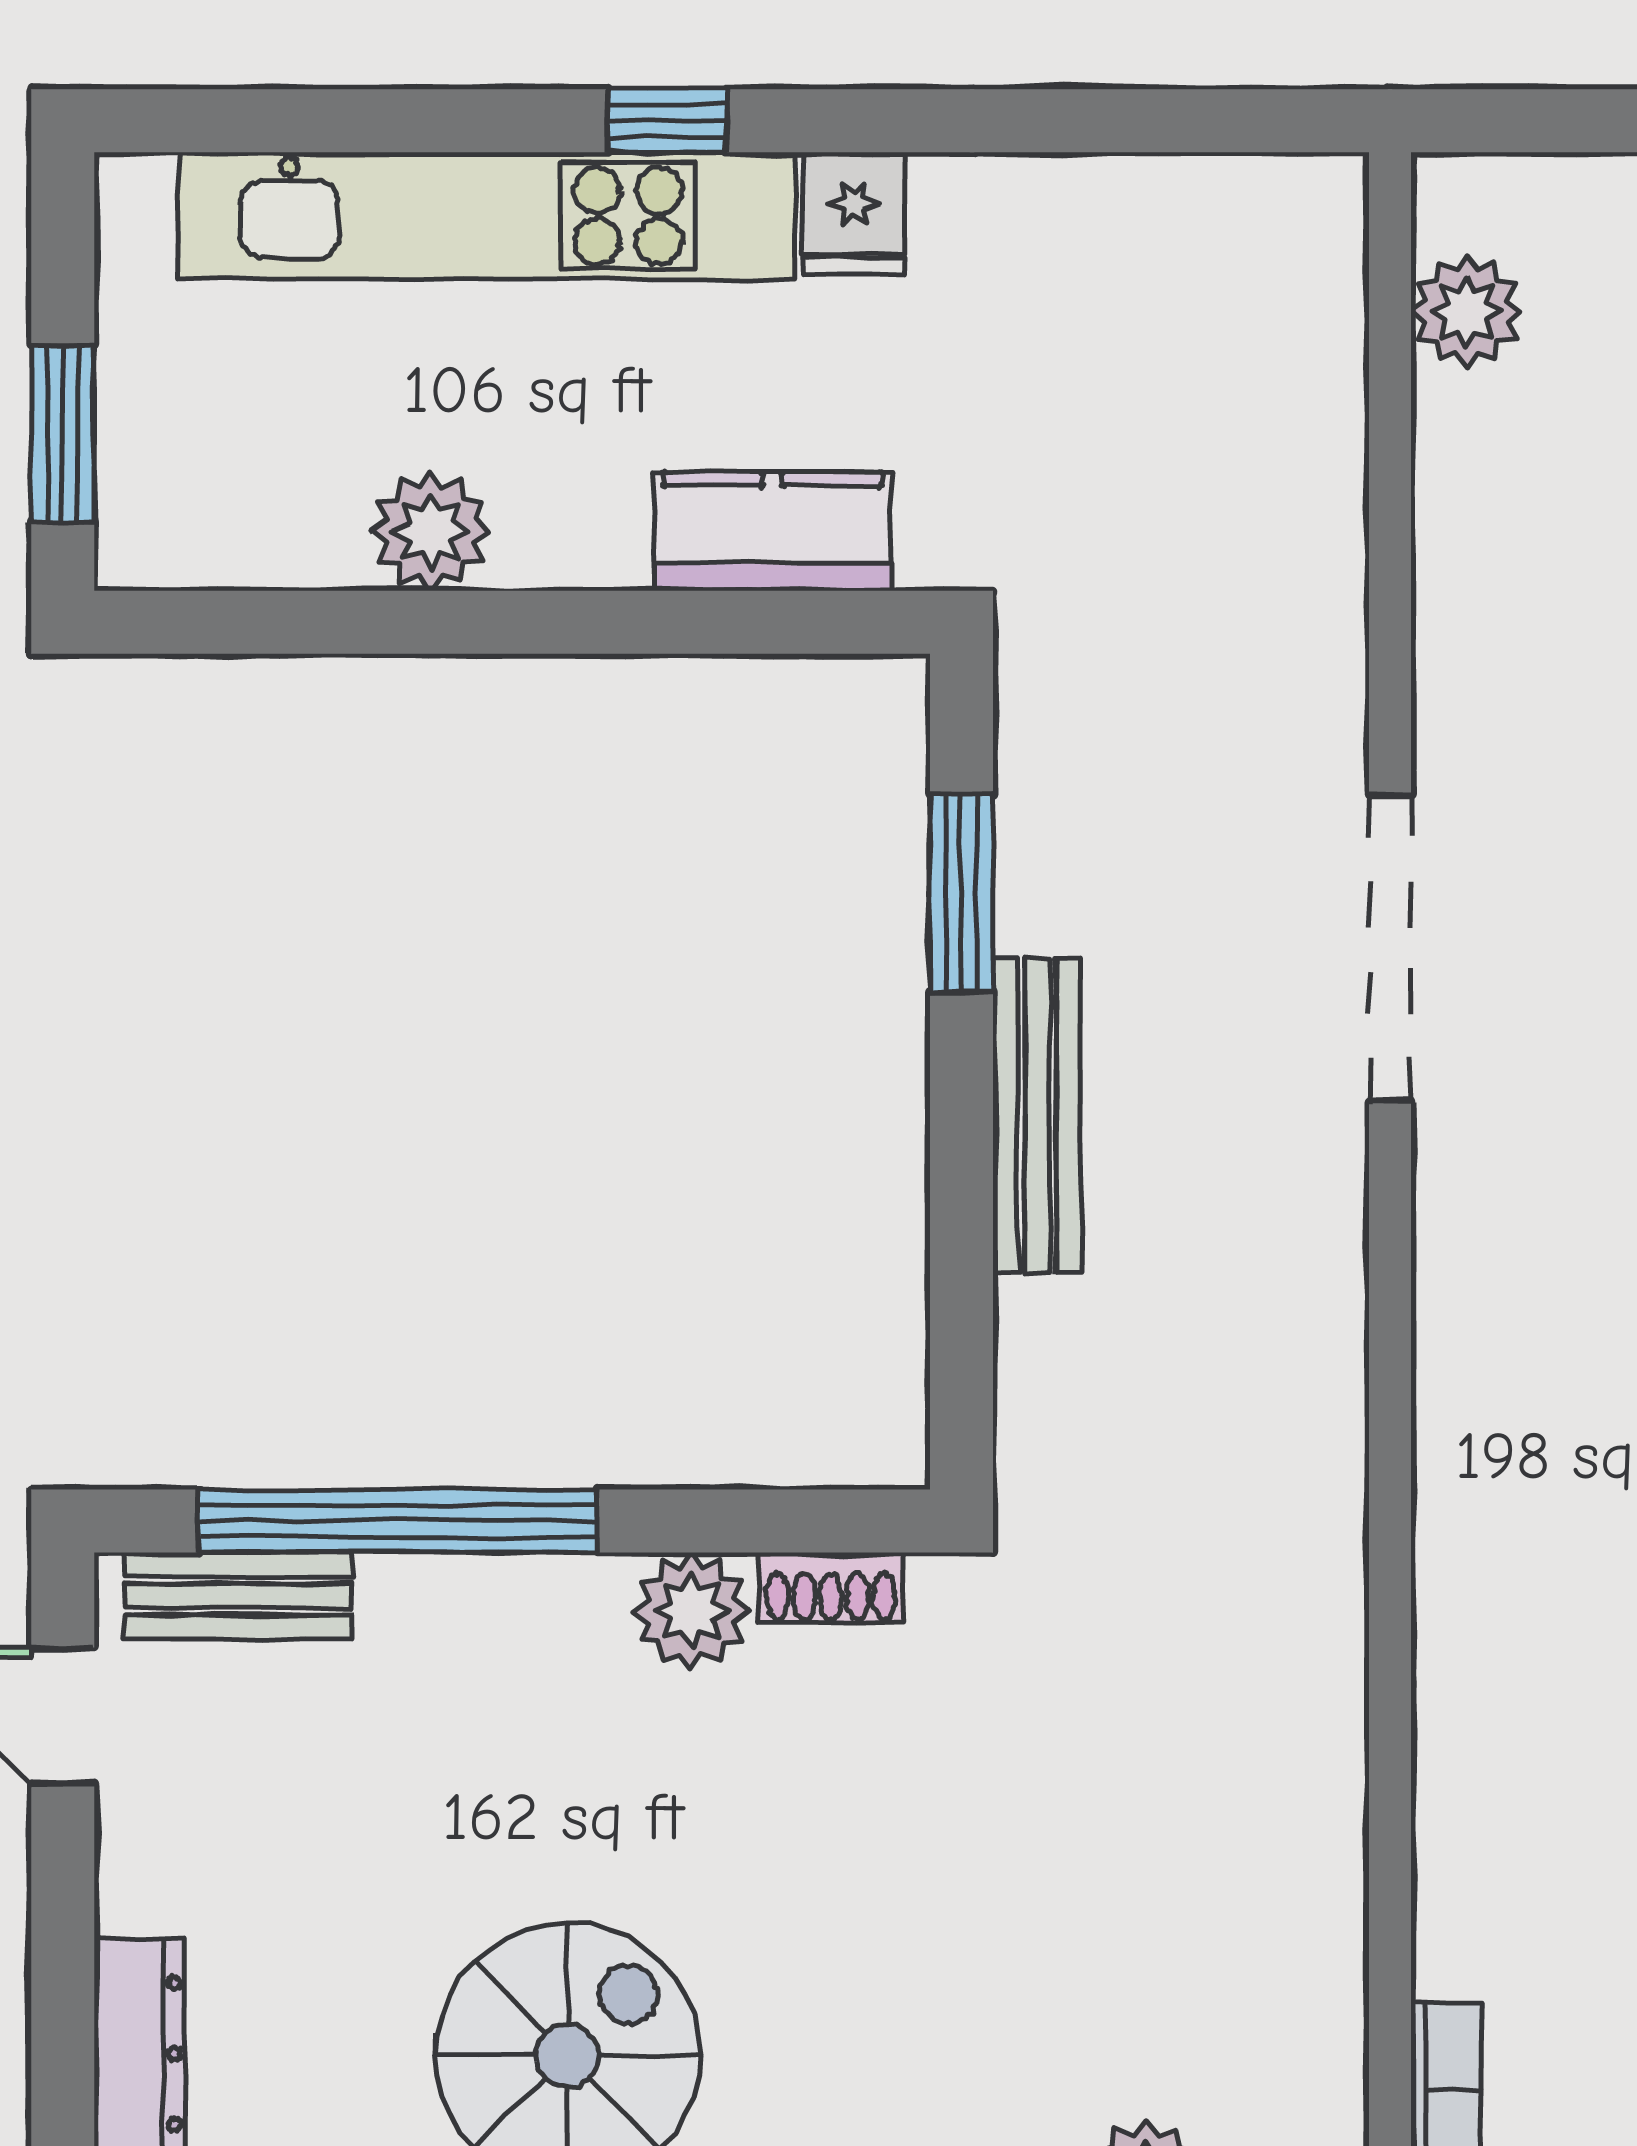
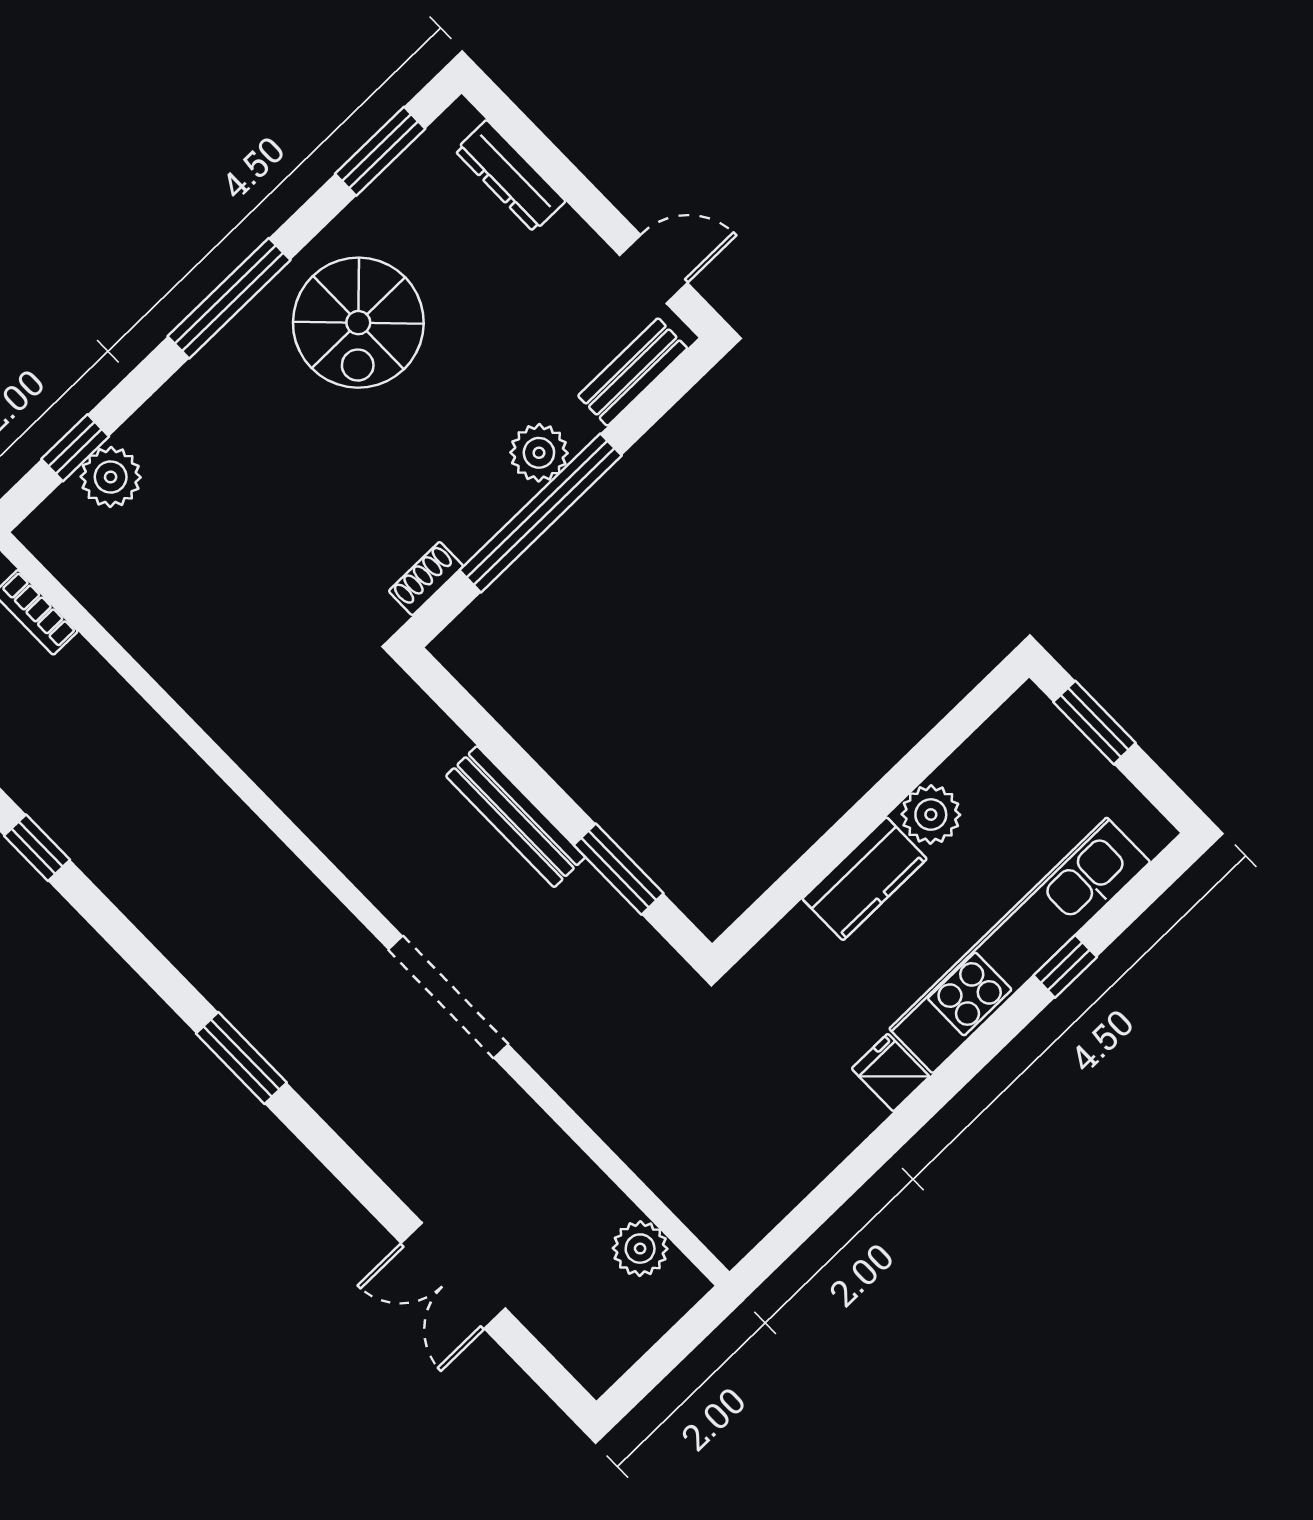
window: (667, 121) -> (1065, 966), moved
kitchen counter: (773, 531) -> (865, 879), moved
window: (398, 1521) -> (541, 513), moved
plant: (692, 1611) -> (539, 453), moved

